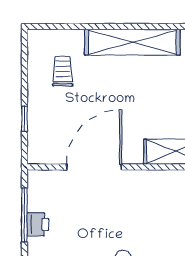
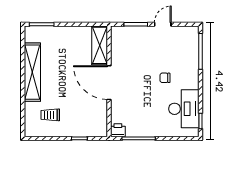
door: (94, 167) -> (109, 83), moved
printer: (38, 224) -> (118, 130), moved

